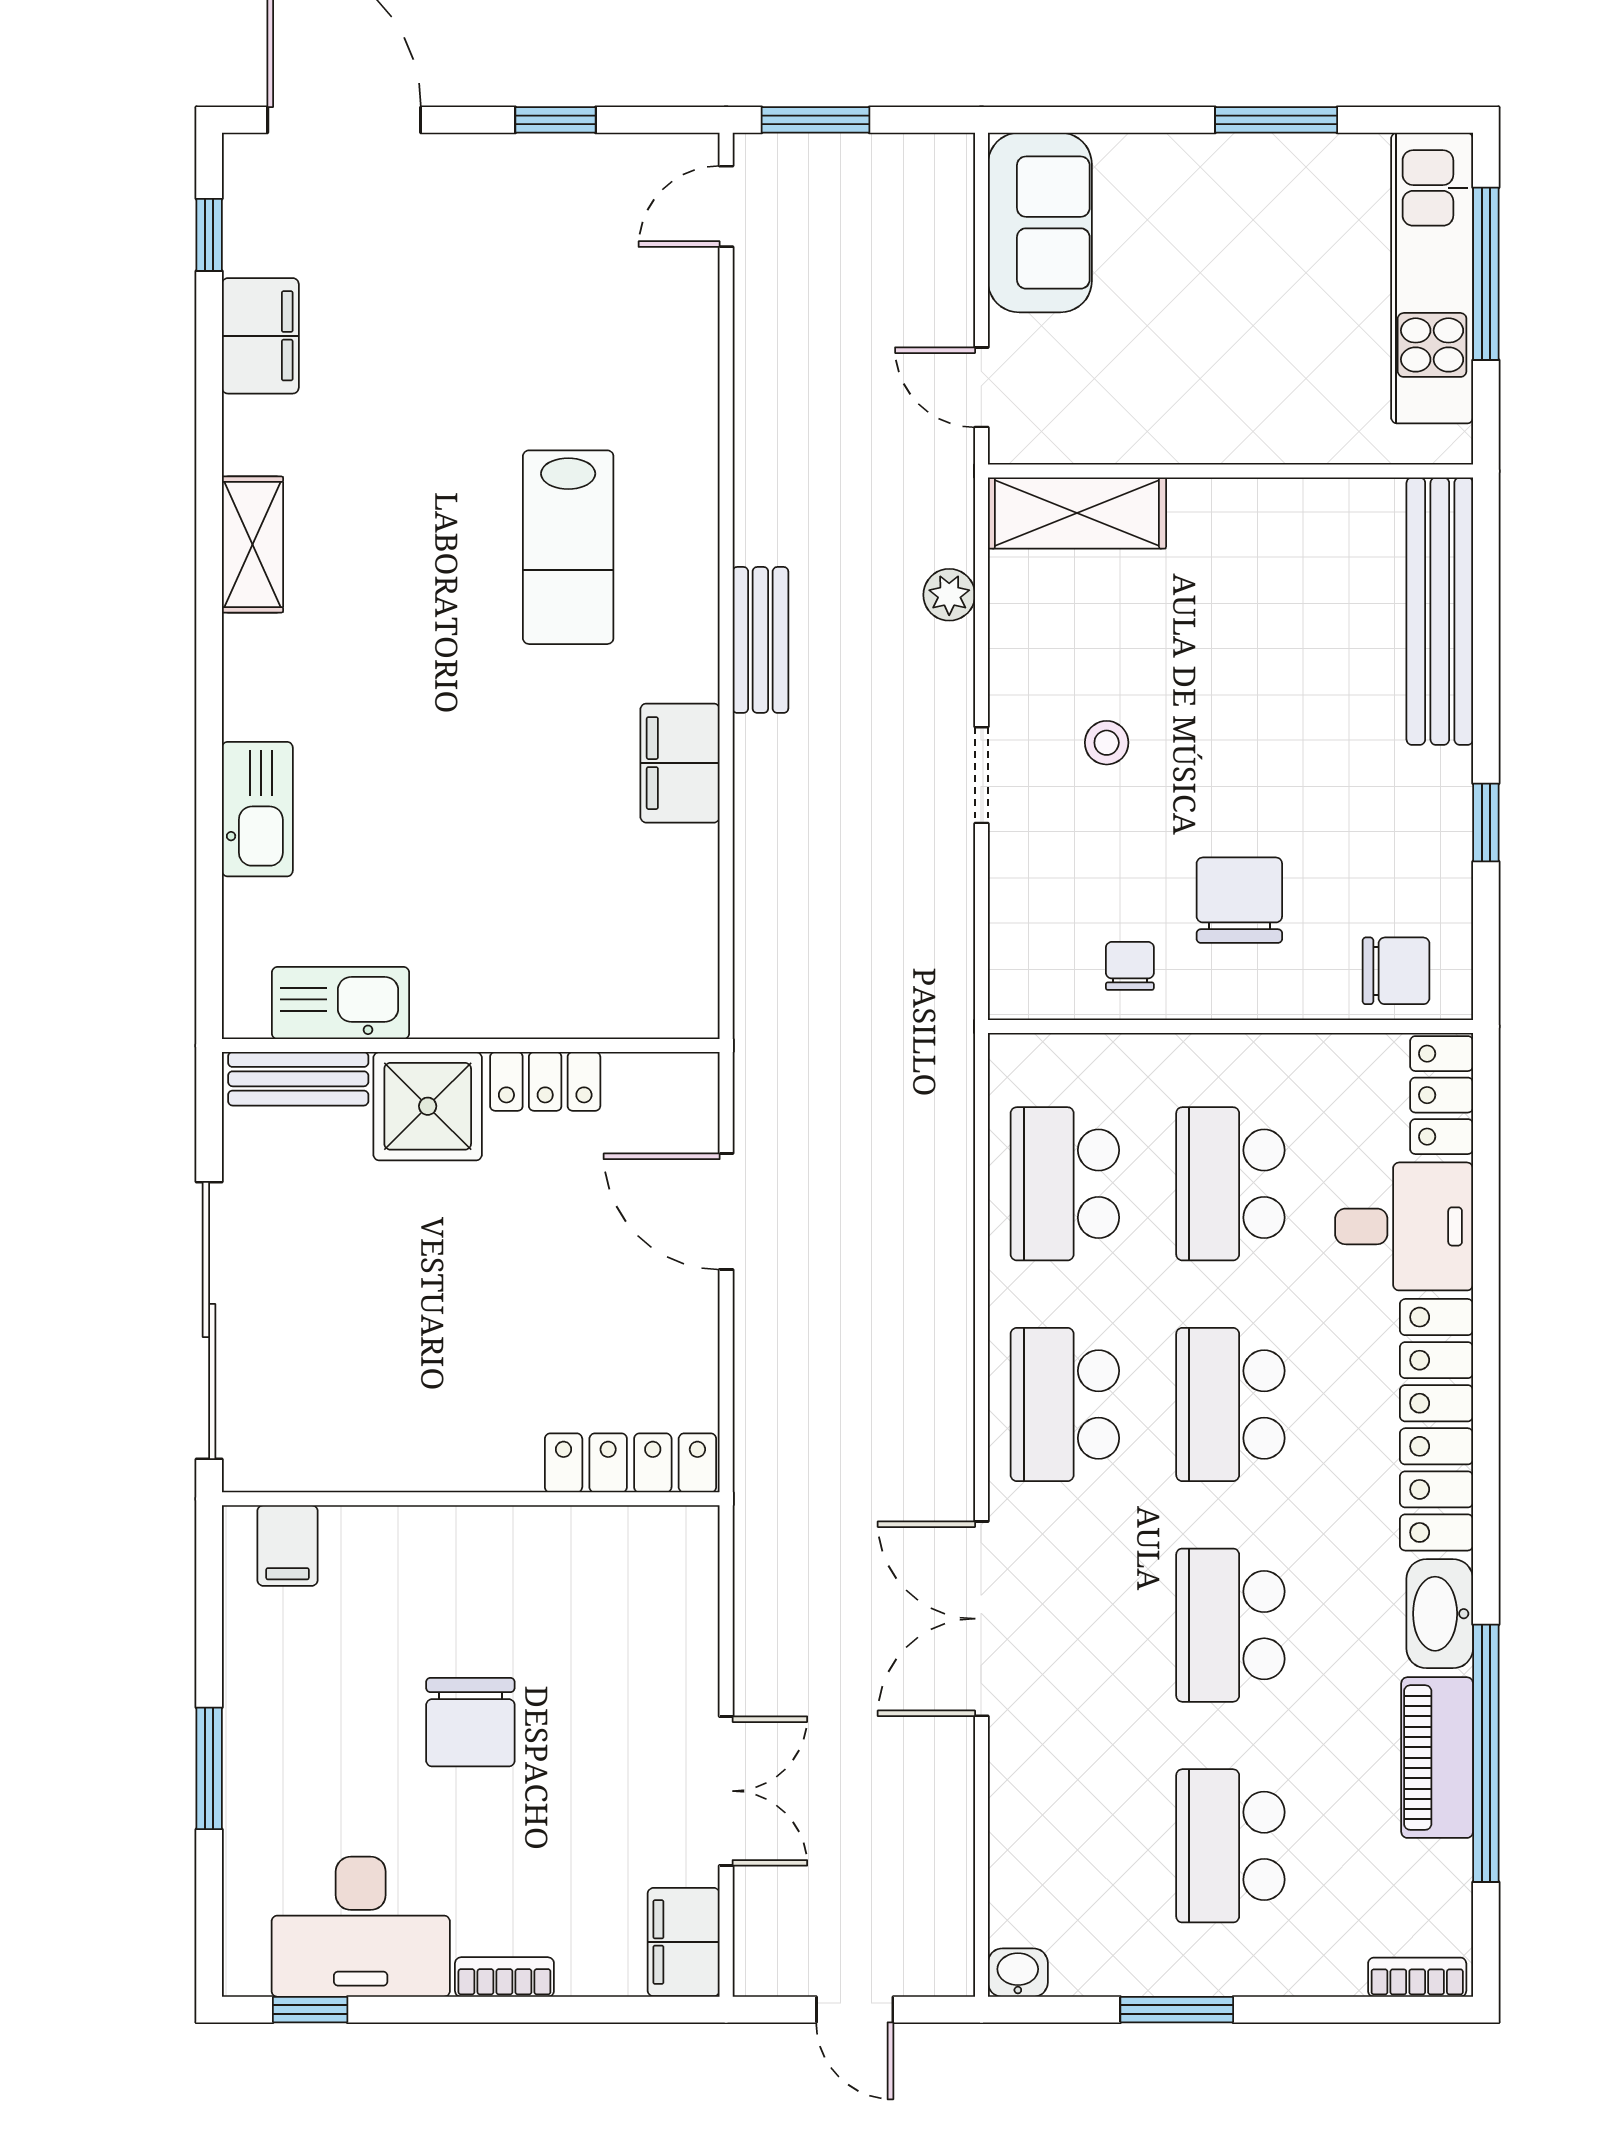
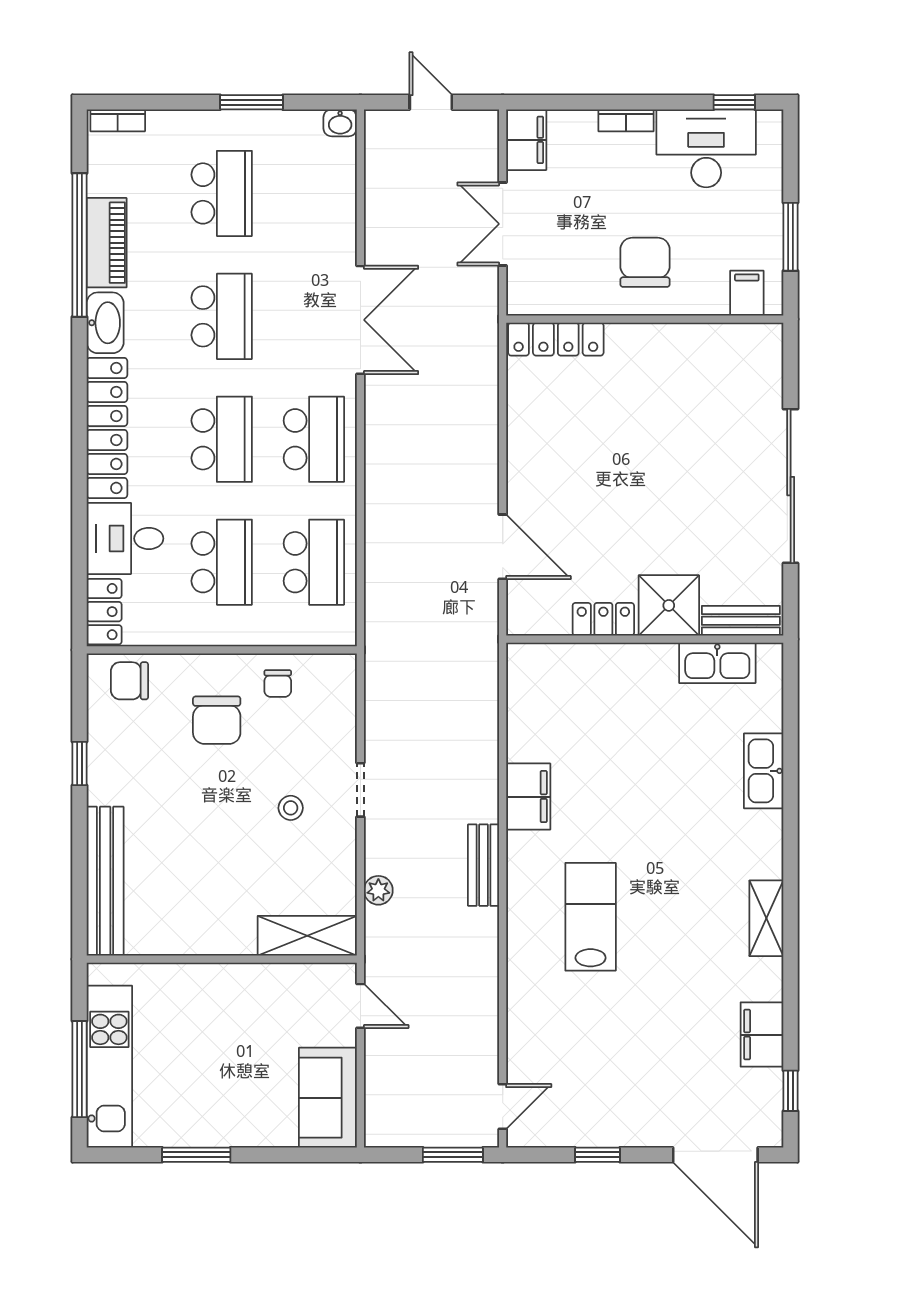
locker: (630, 1463) -> (556, 339), moved
wall: (471, 1499) -> (645, 319), moved
filing cabinet: (288, 1546) -> (747, 293), moved

